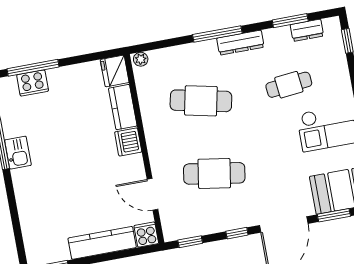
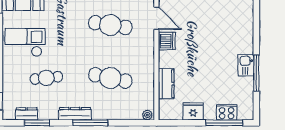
fridge: (115, 71) -> (193, 111), moved, turned -90
dishwasher: (128, 142) -> (167, 41), moved

